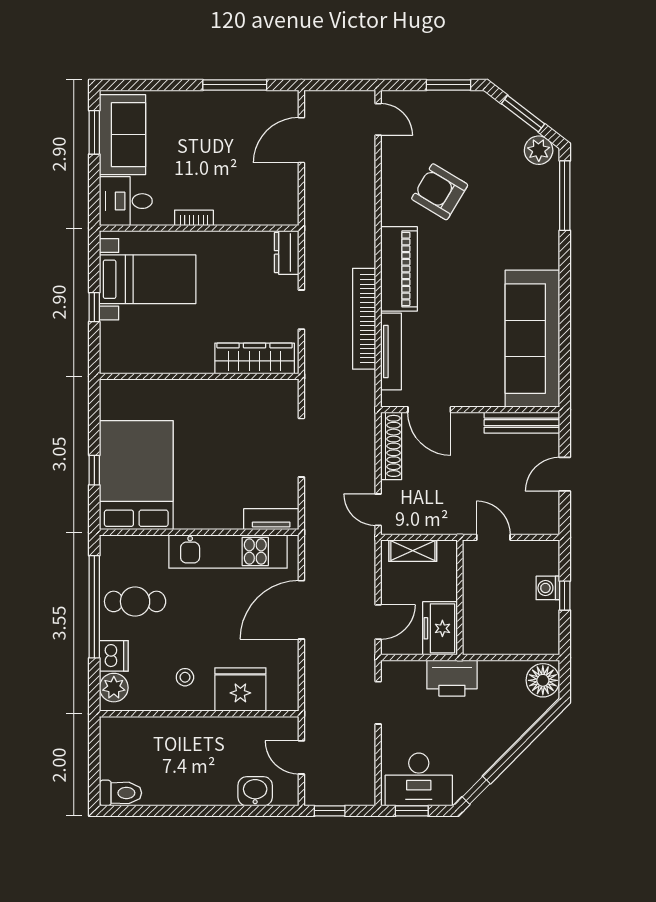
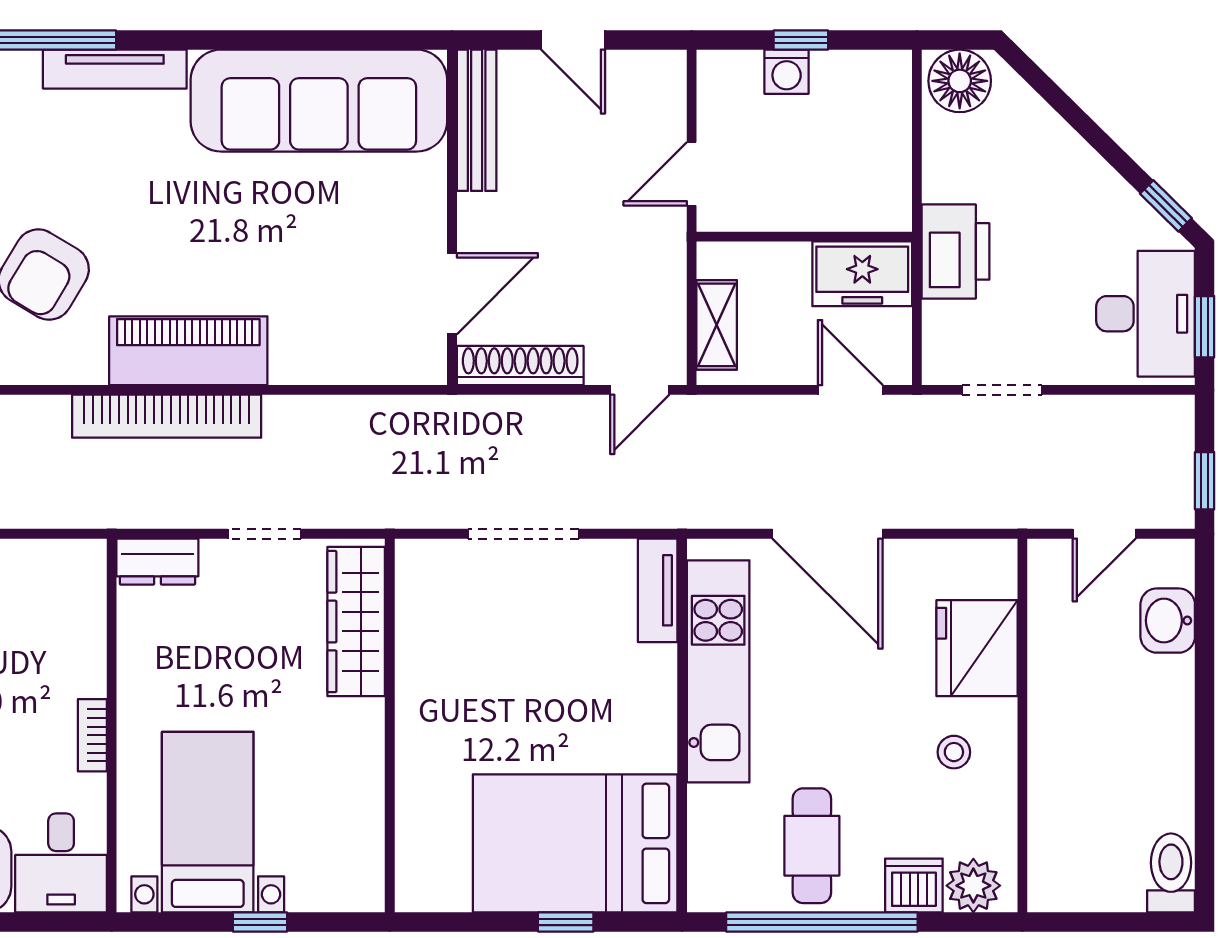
bookcase: (364, 319) -> (167, 416), moved
tv unit: (391, 352) -> (115, 69), moved, turned 180

